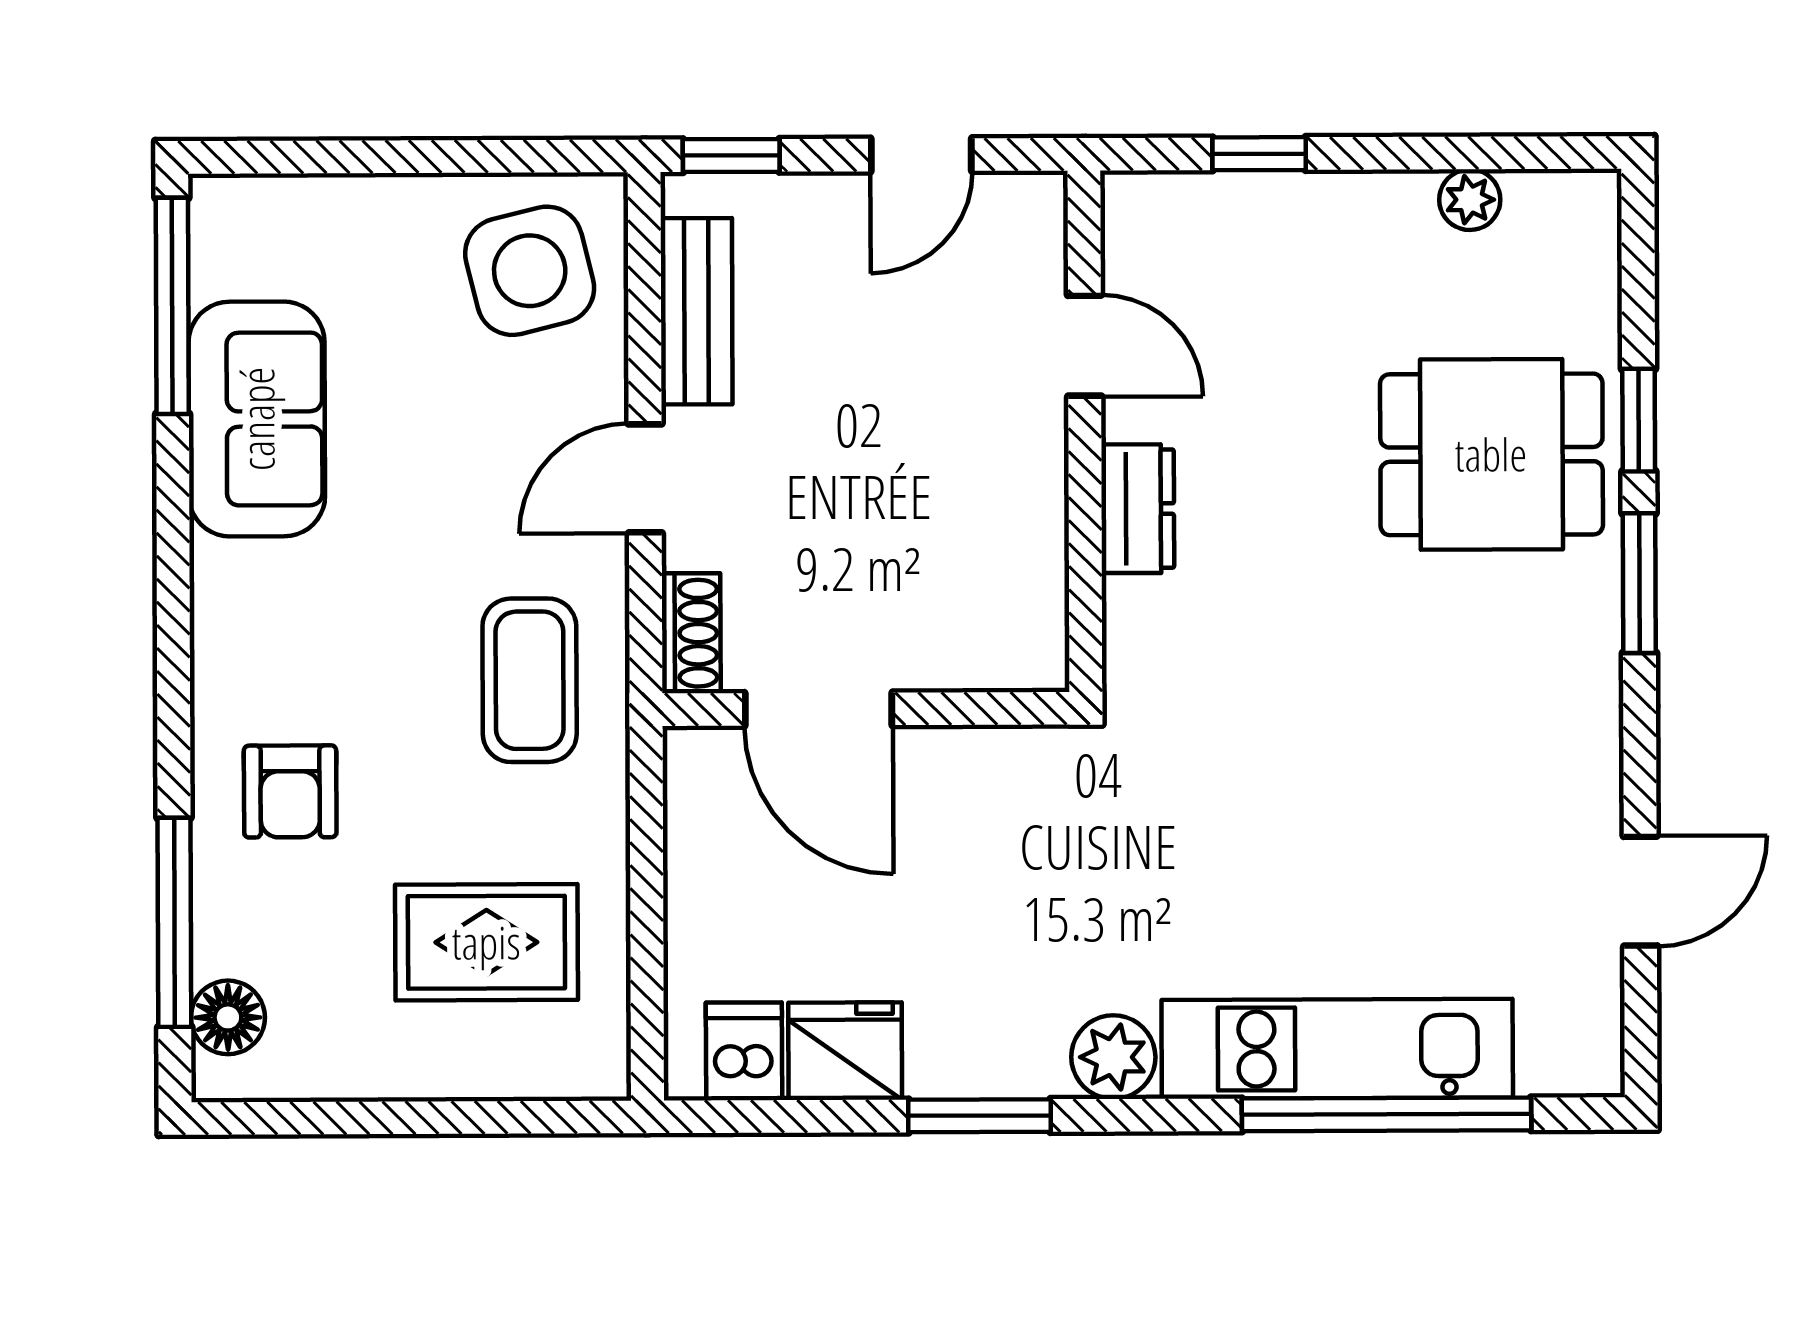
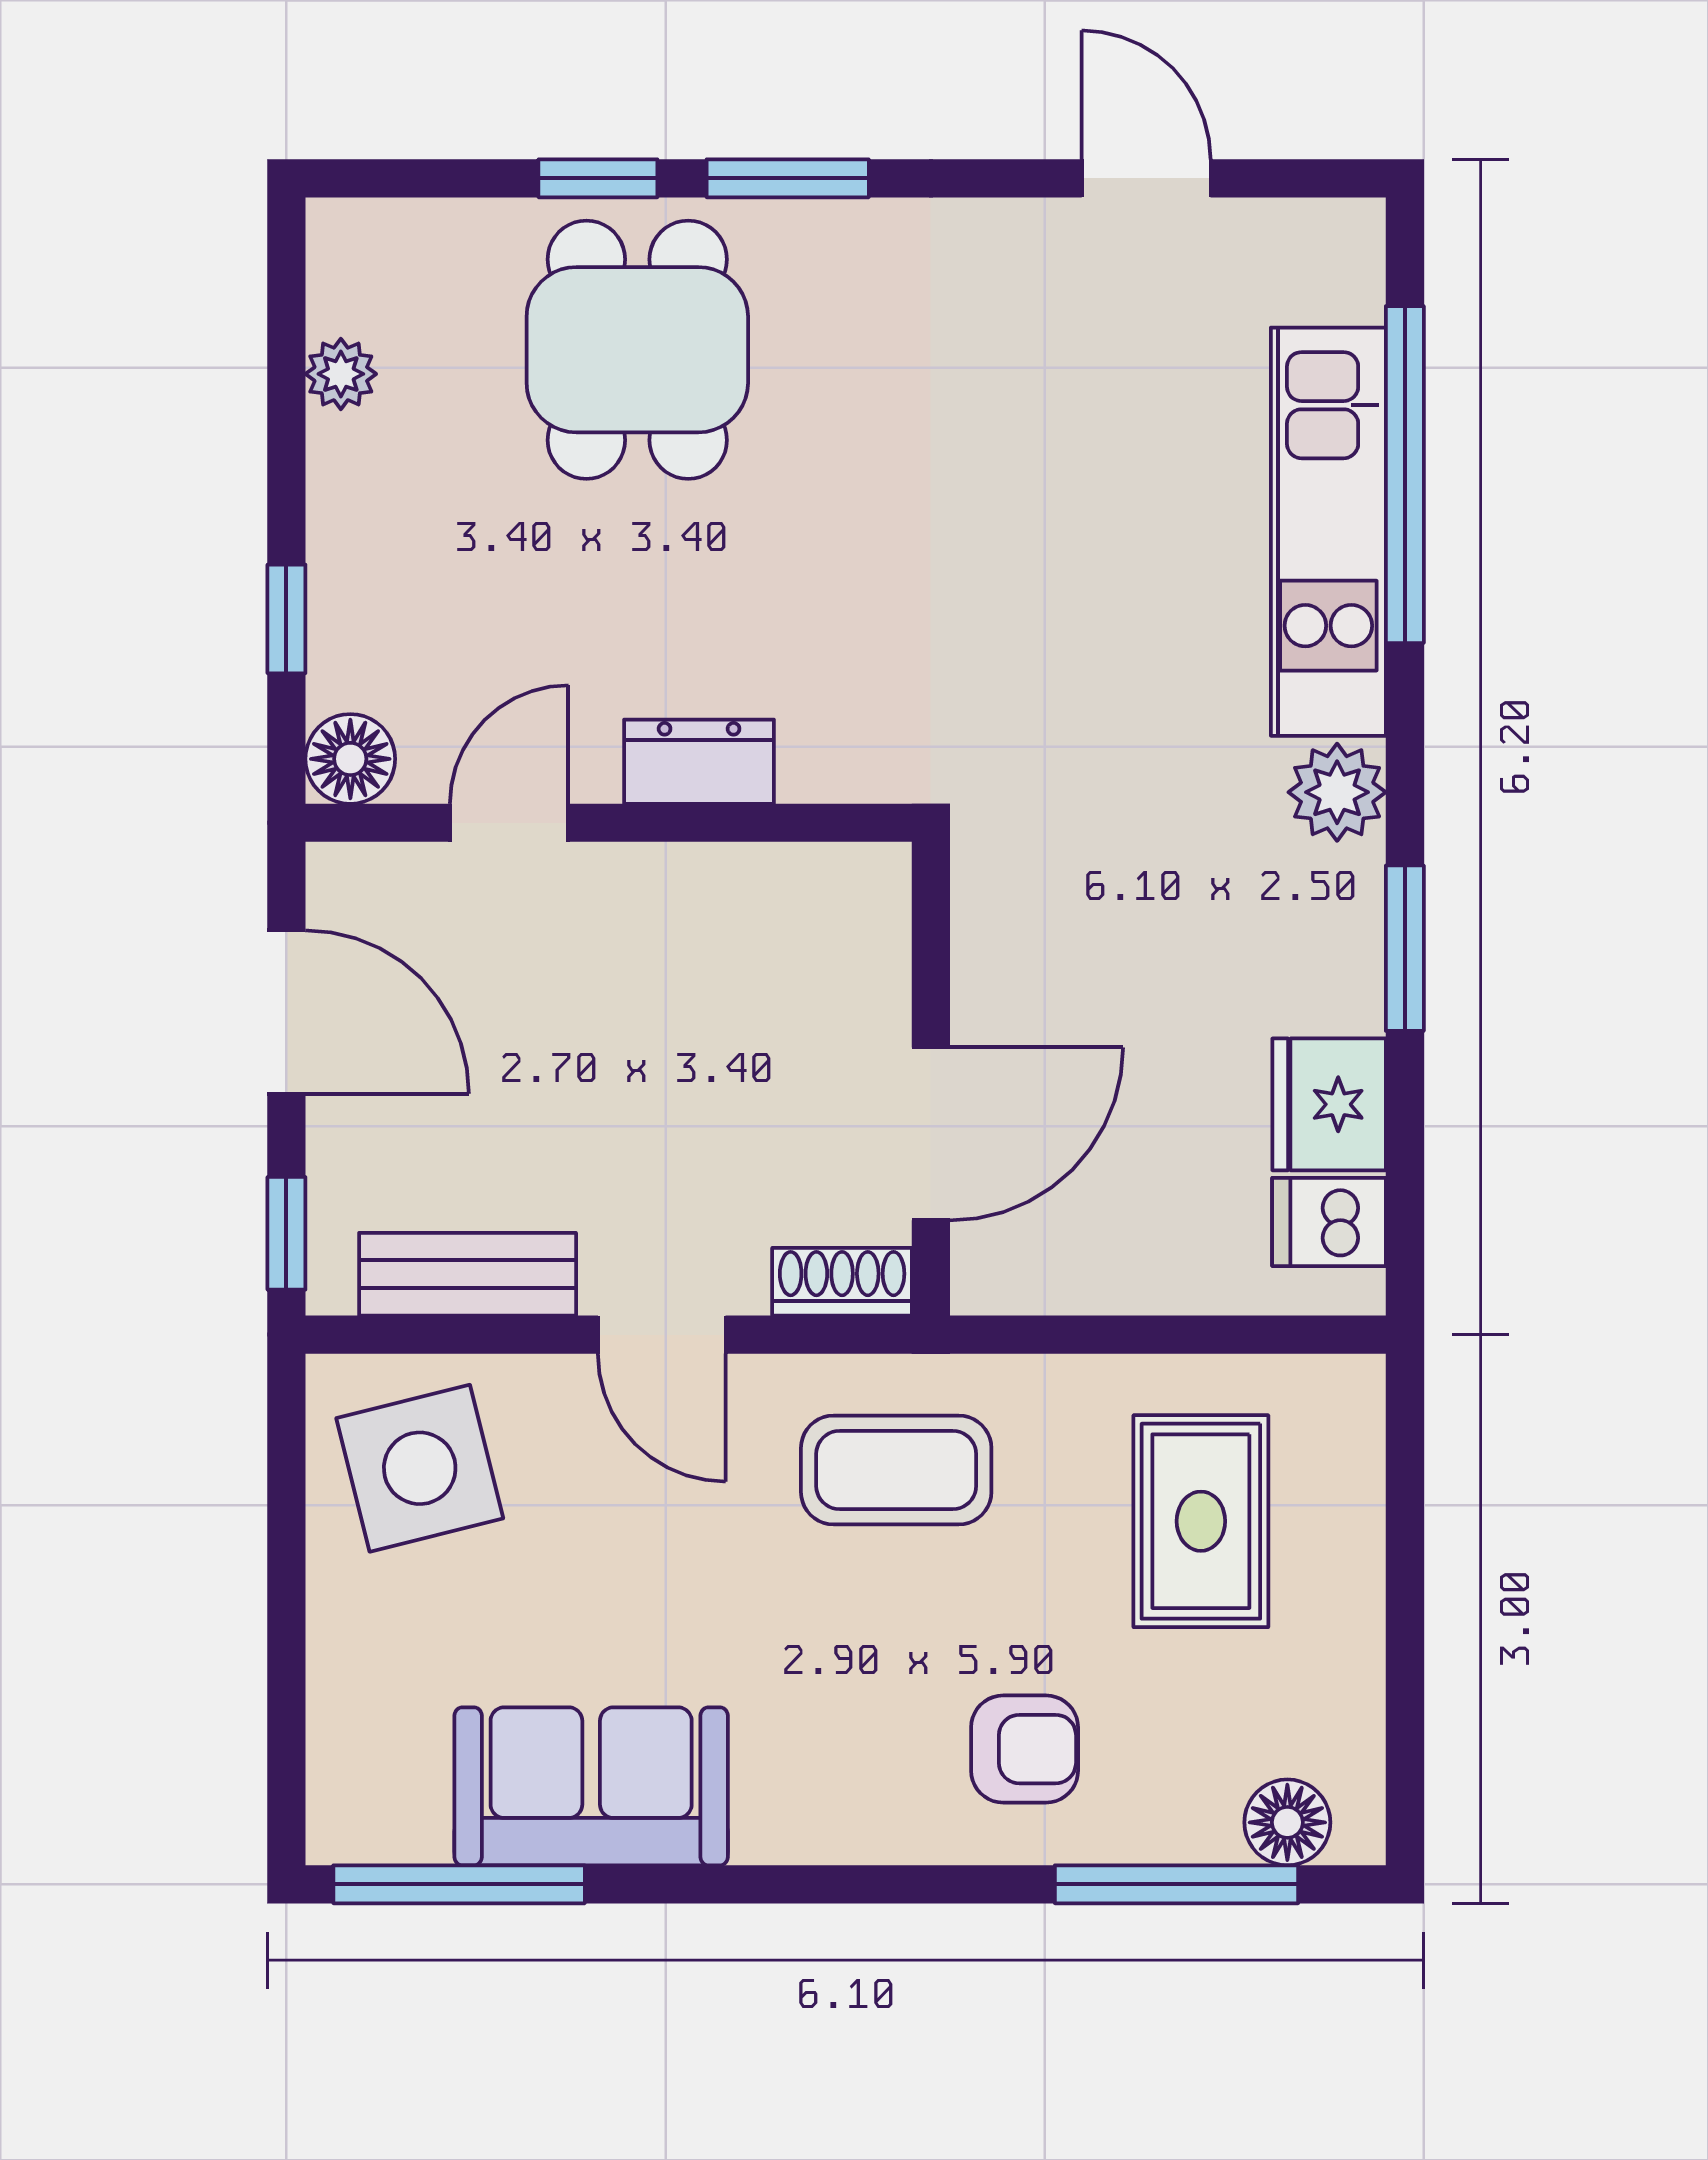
door: (921, 155) -> (286, 1012), width x1.38
floor lamp: (1139, 209) -> (350, 759), added

